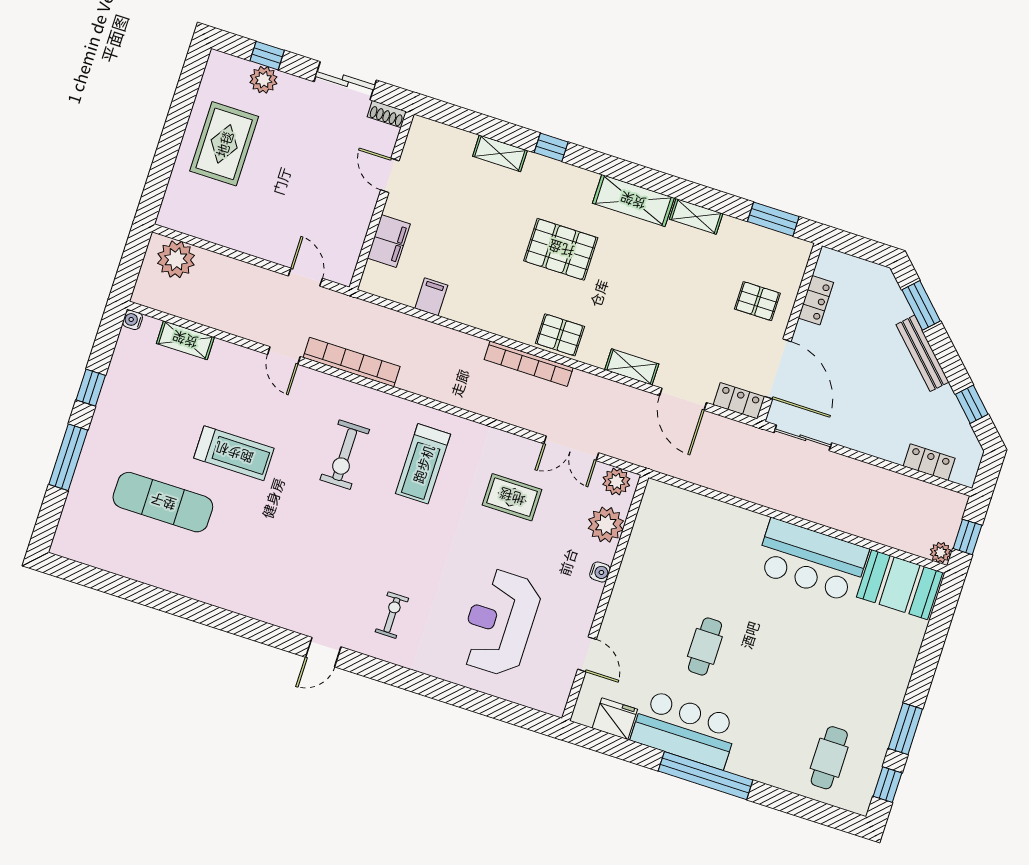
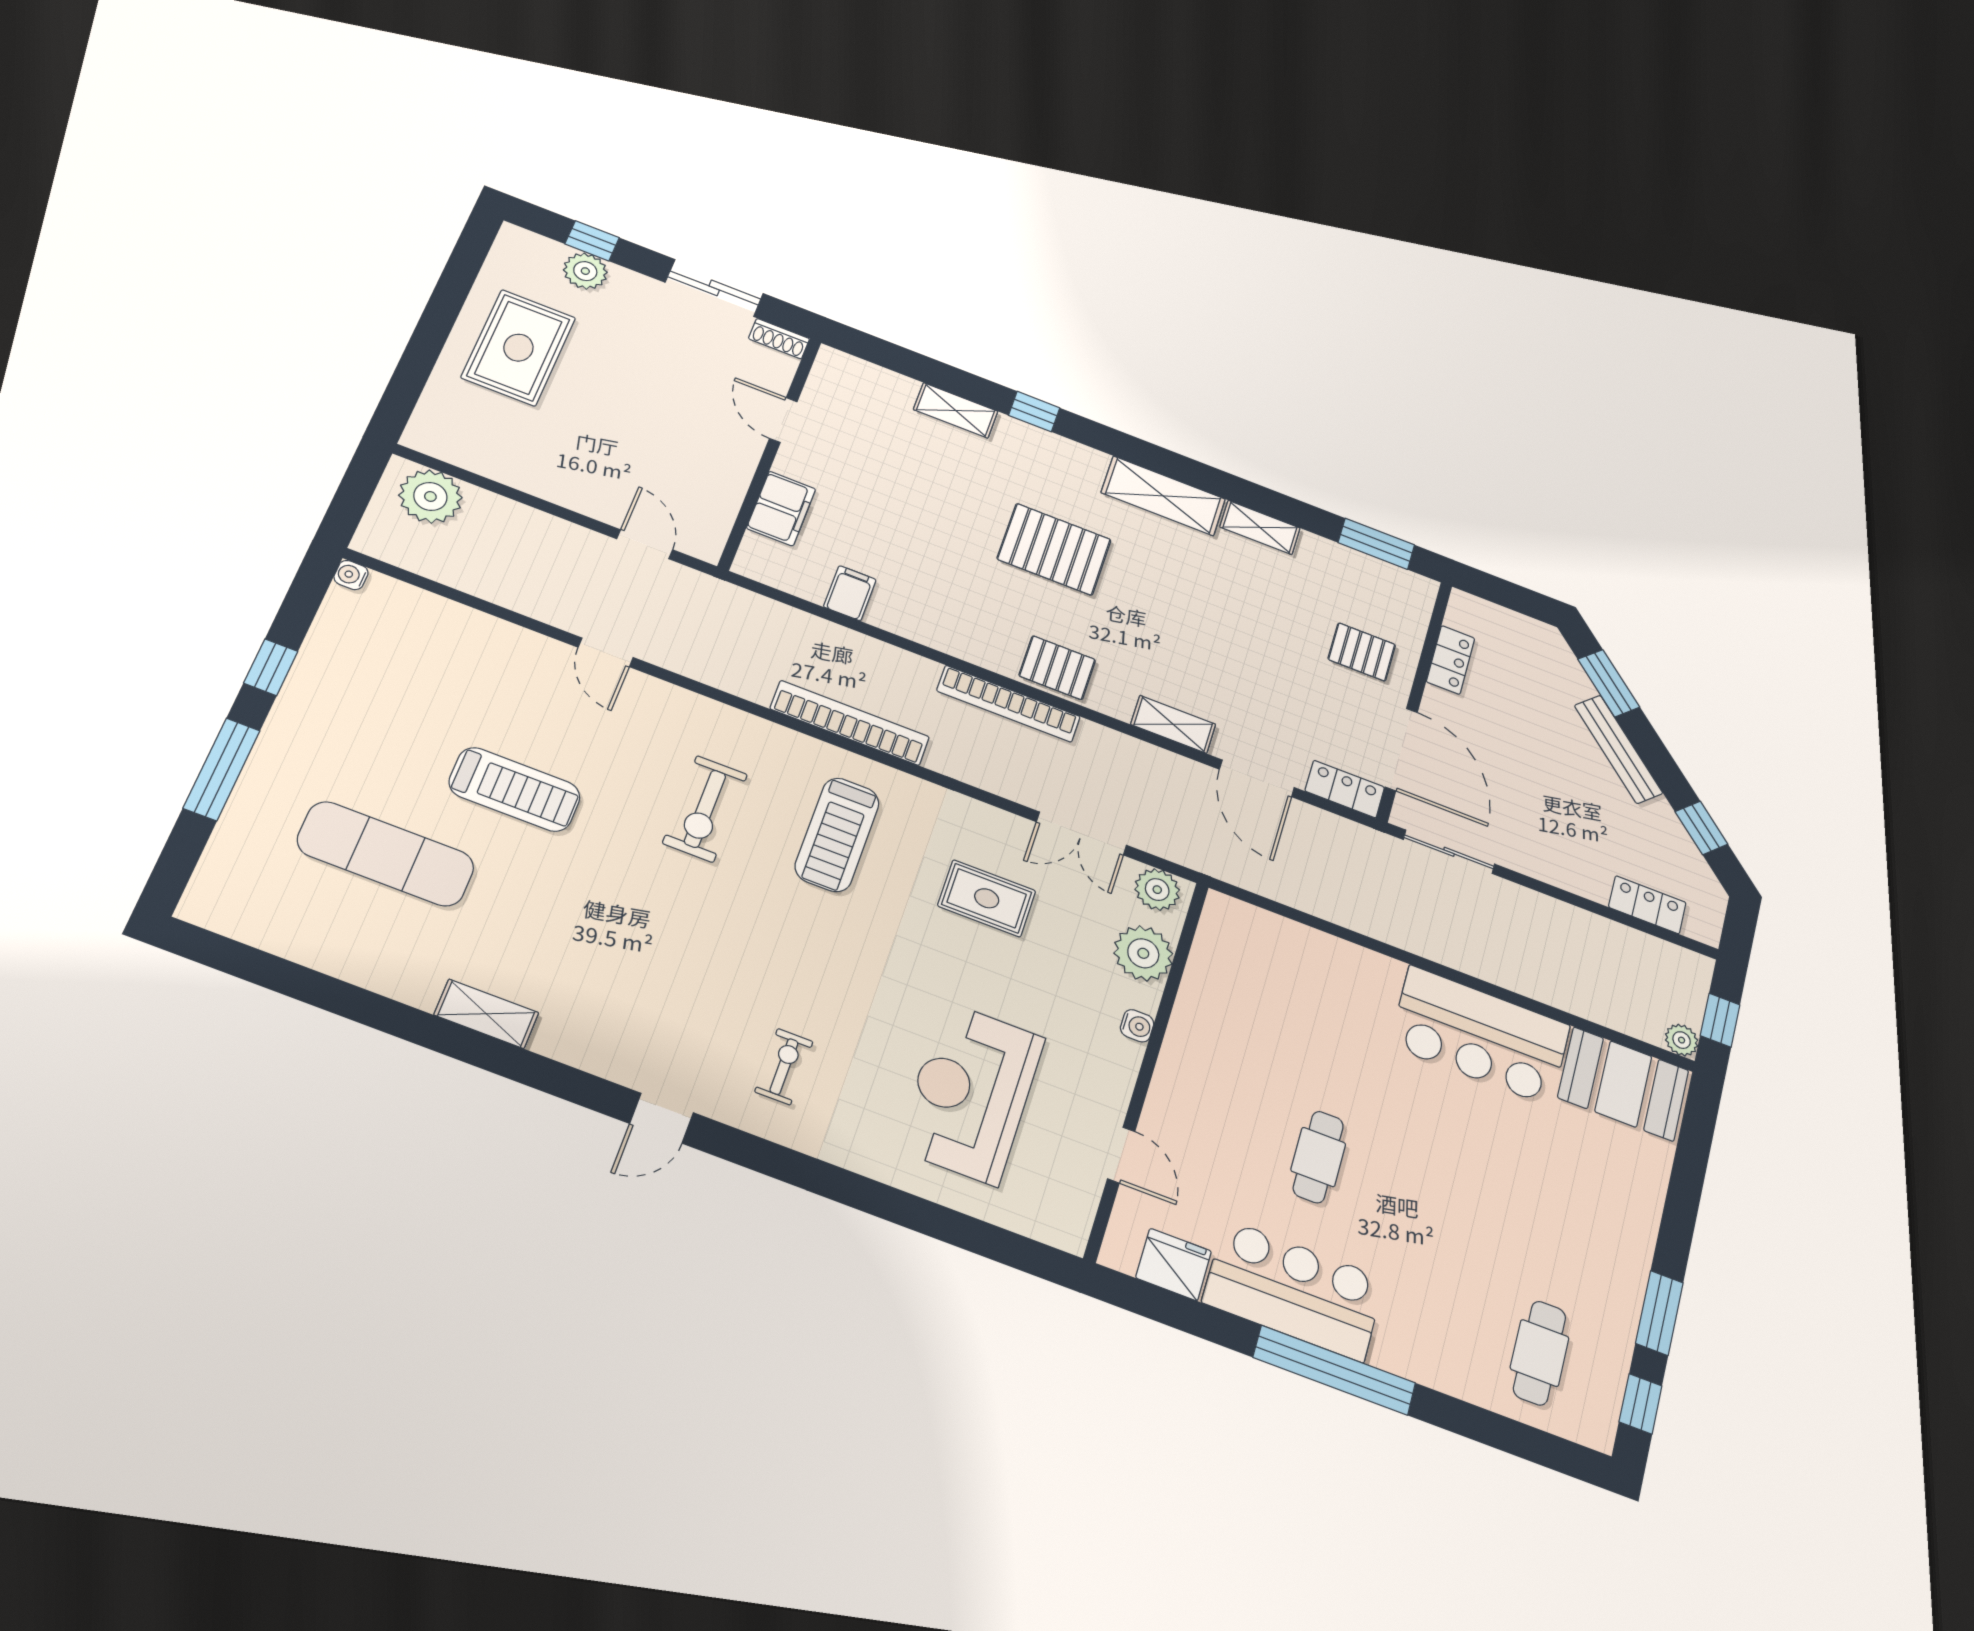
shelving: (185, 340) -> (486, 1014), moved
bookcase: (352, 362) -> (850, 723), moved

